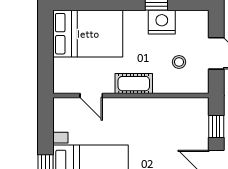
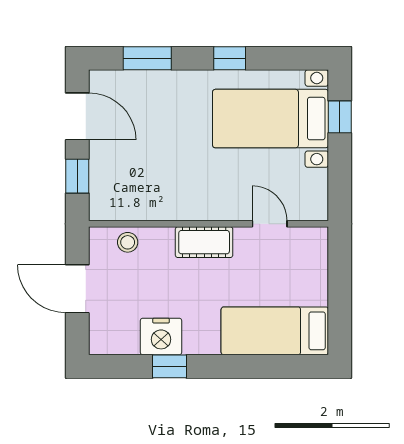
bed: (88, 34) -> (275, 331), width x0.67
stool: (179, 62) -> (128, 242), moved

